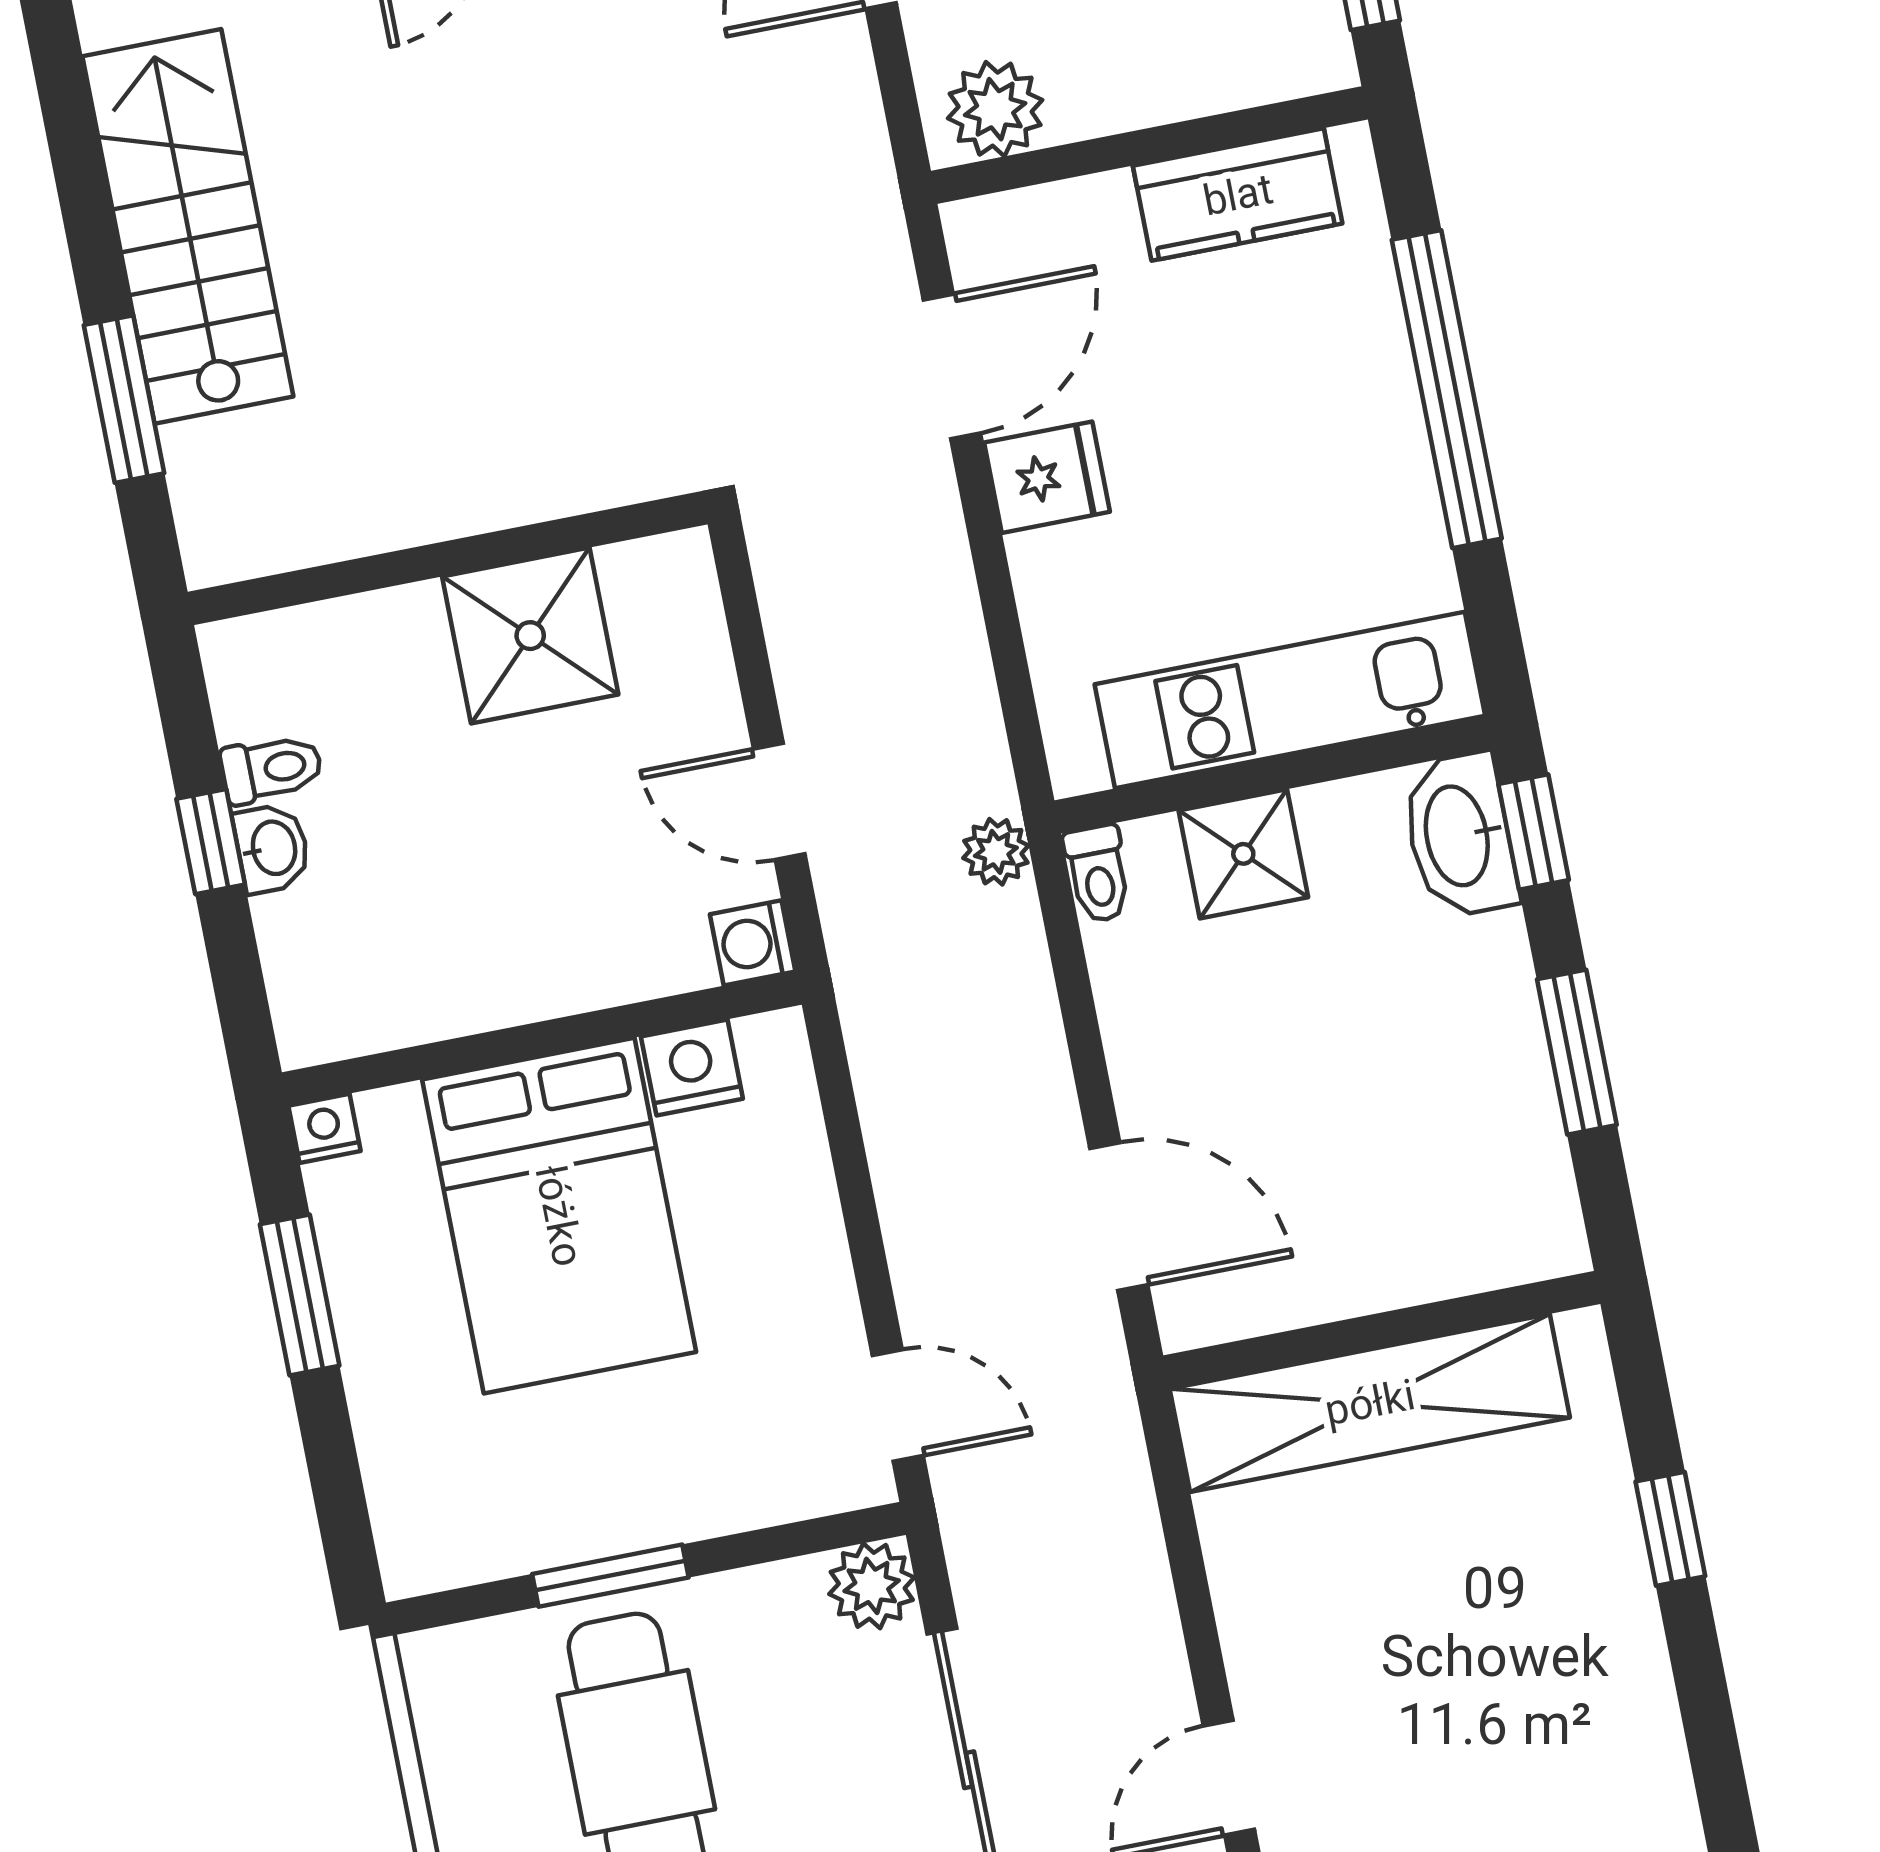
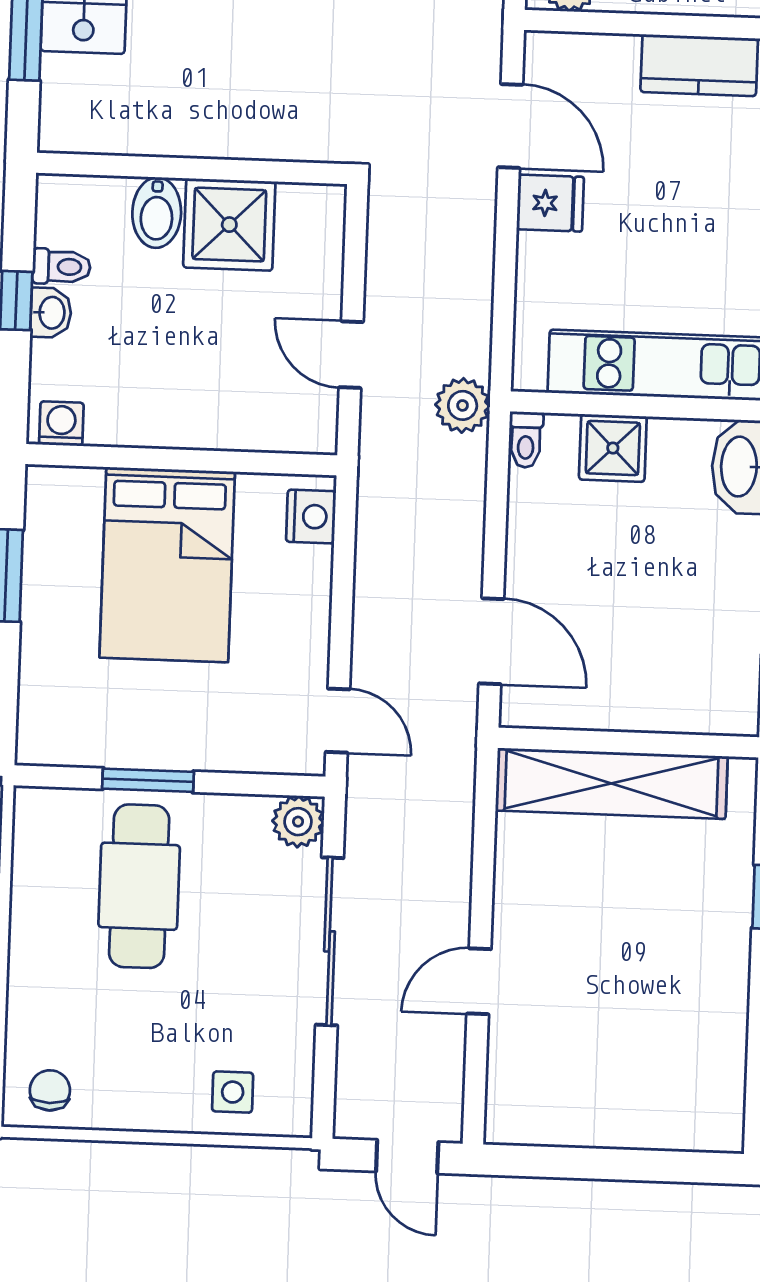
door: (952, 366) -> (510, 126), hinge flipped
bidet: (407, 644) -> (157, 213), added
plant: (996, 852) -> (463, 405), width x1.38, depth x1.38
washing machine: (753, 943) -> (61, 424), moved, turned 90
nightstand: (692, 1068) -> (311, 517), moved, turned 90
nightstand: (324, 1128) -> (43, 482), removed

